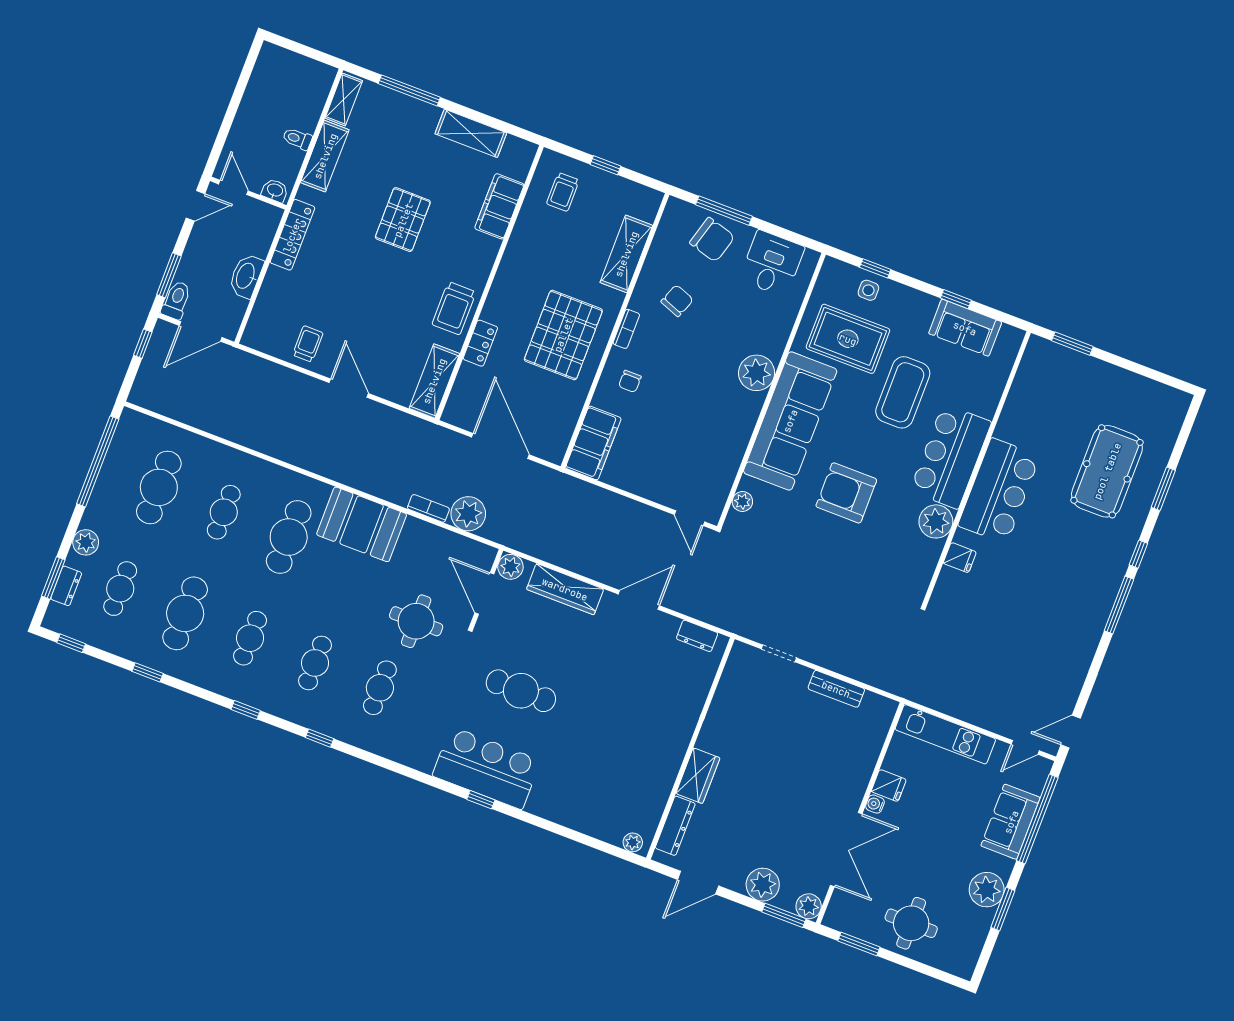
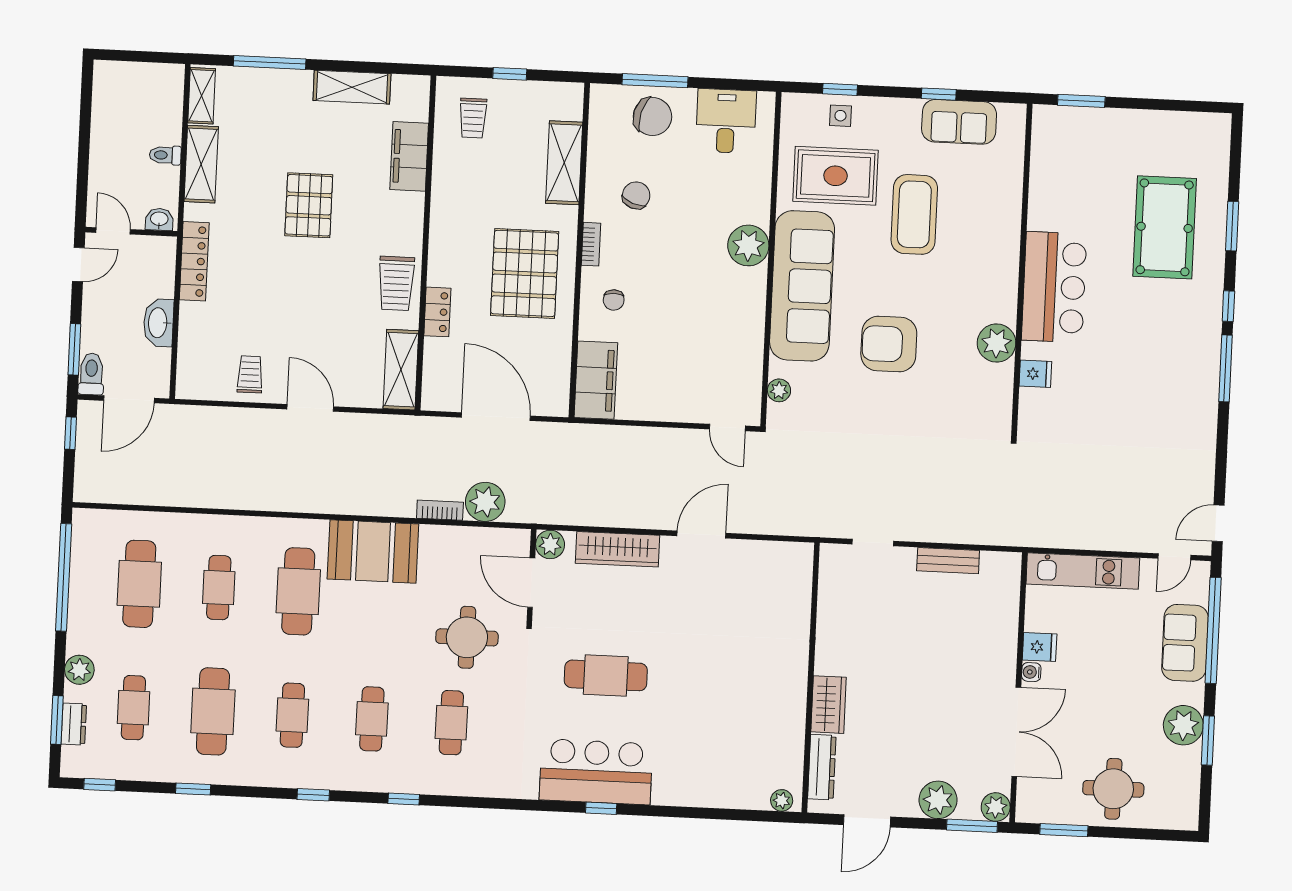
bar counter: (951, 456) -> (989, 267), removed
dresser: (697, 636) -> (778, 553), removed

